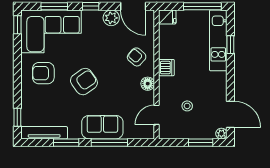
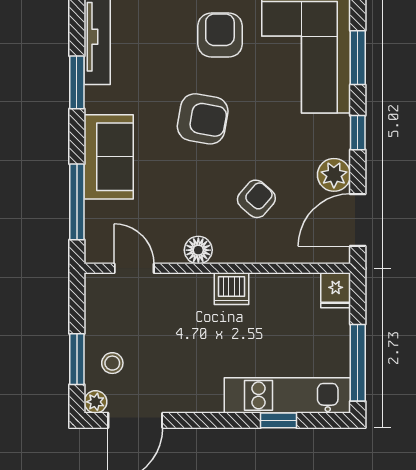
armchair: (137, 57) -> (256, 199), moved
armchair: (84, 82) -> (203, 119), turned -45
stool: (187, 106) -> (112, 363), moved
window: (109, 143) -> (77, 202), moved

